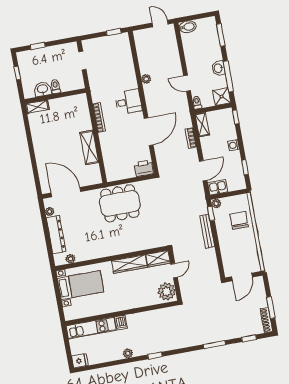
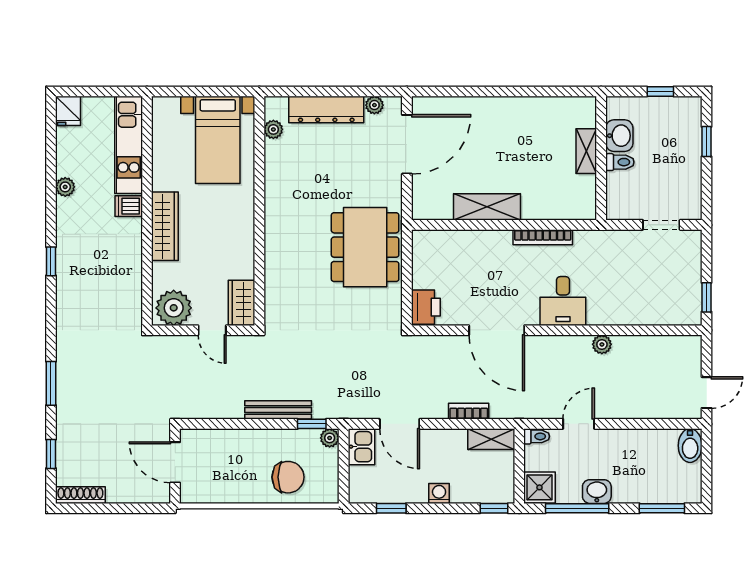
shelving: (37, 107) -> (586, 151), moved
wardrobe: (129, 264) -> (165, 226), moved, turned 180
window: (271, 308) -> (104, 508), removed
plant: (128, 353) -> (65, 187), moved

